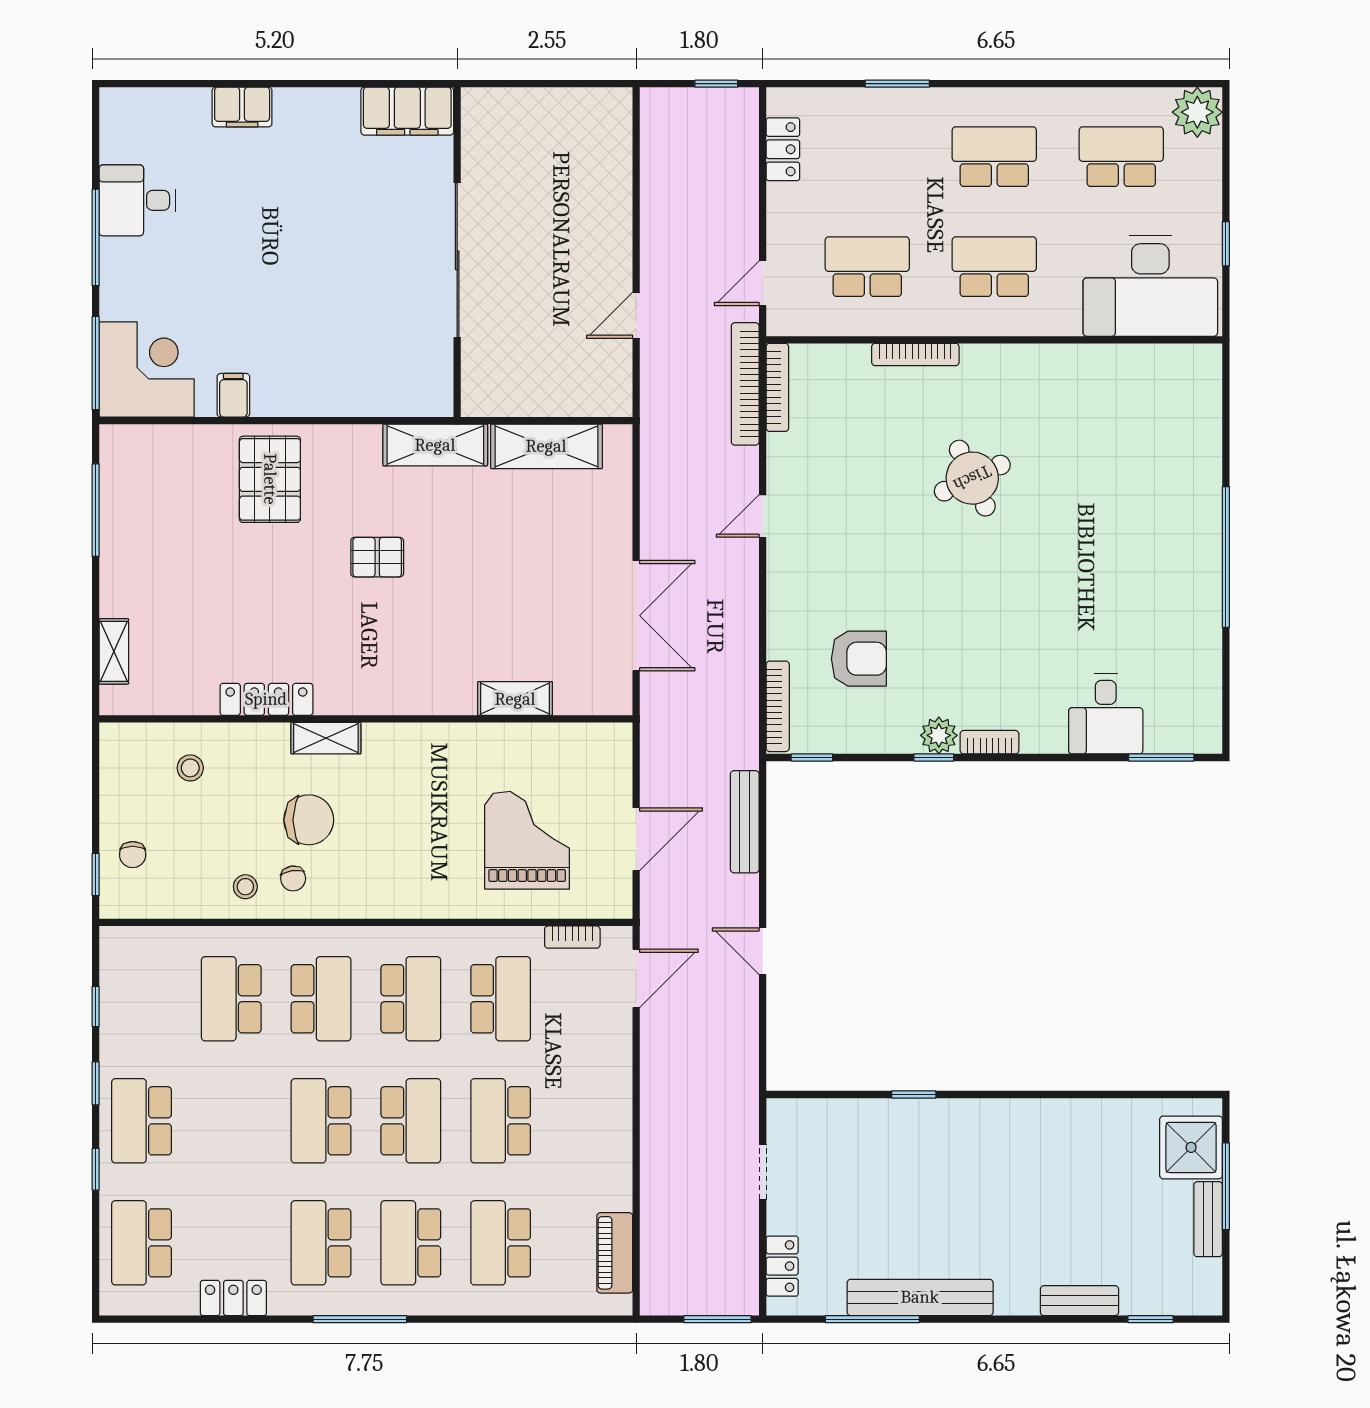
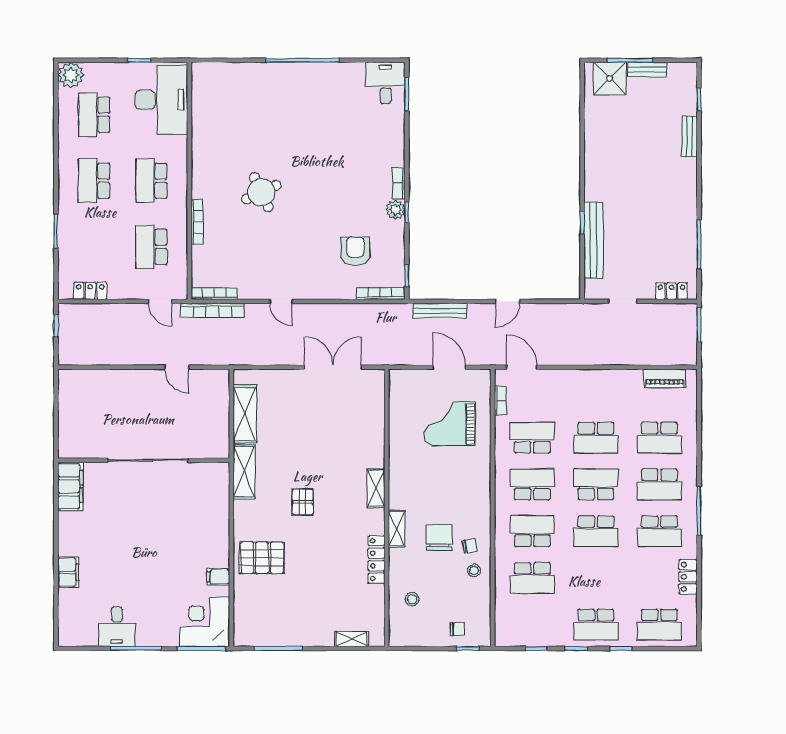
shelving: (515, 699) -> (376, 488), moved
desk: (1106, 714) -> (386, 83), moved, turned -90
bench: (920, 1297) -> (593, 240), moved

